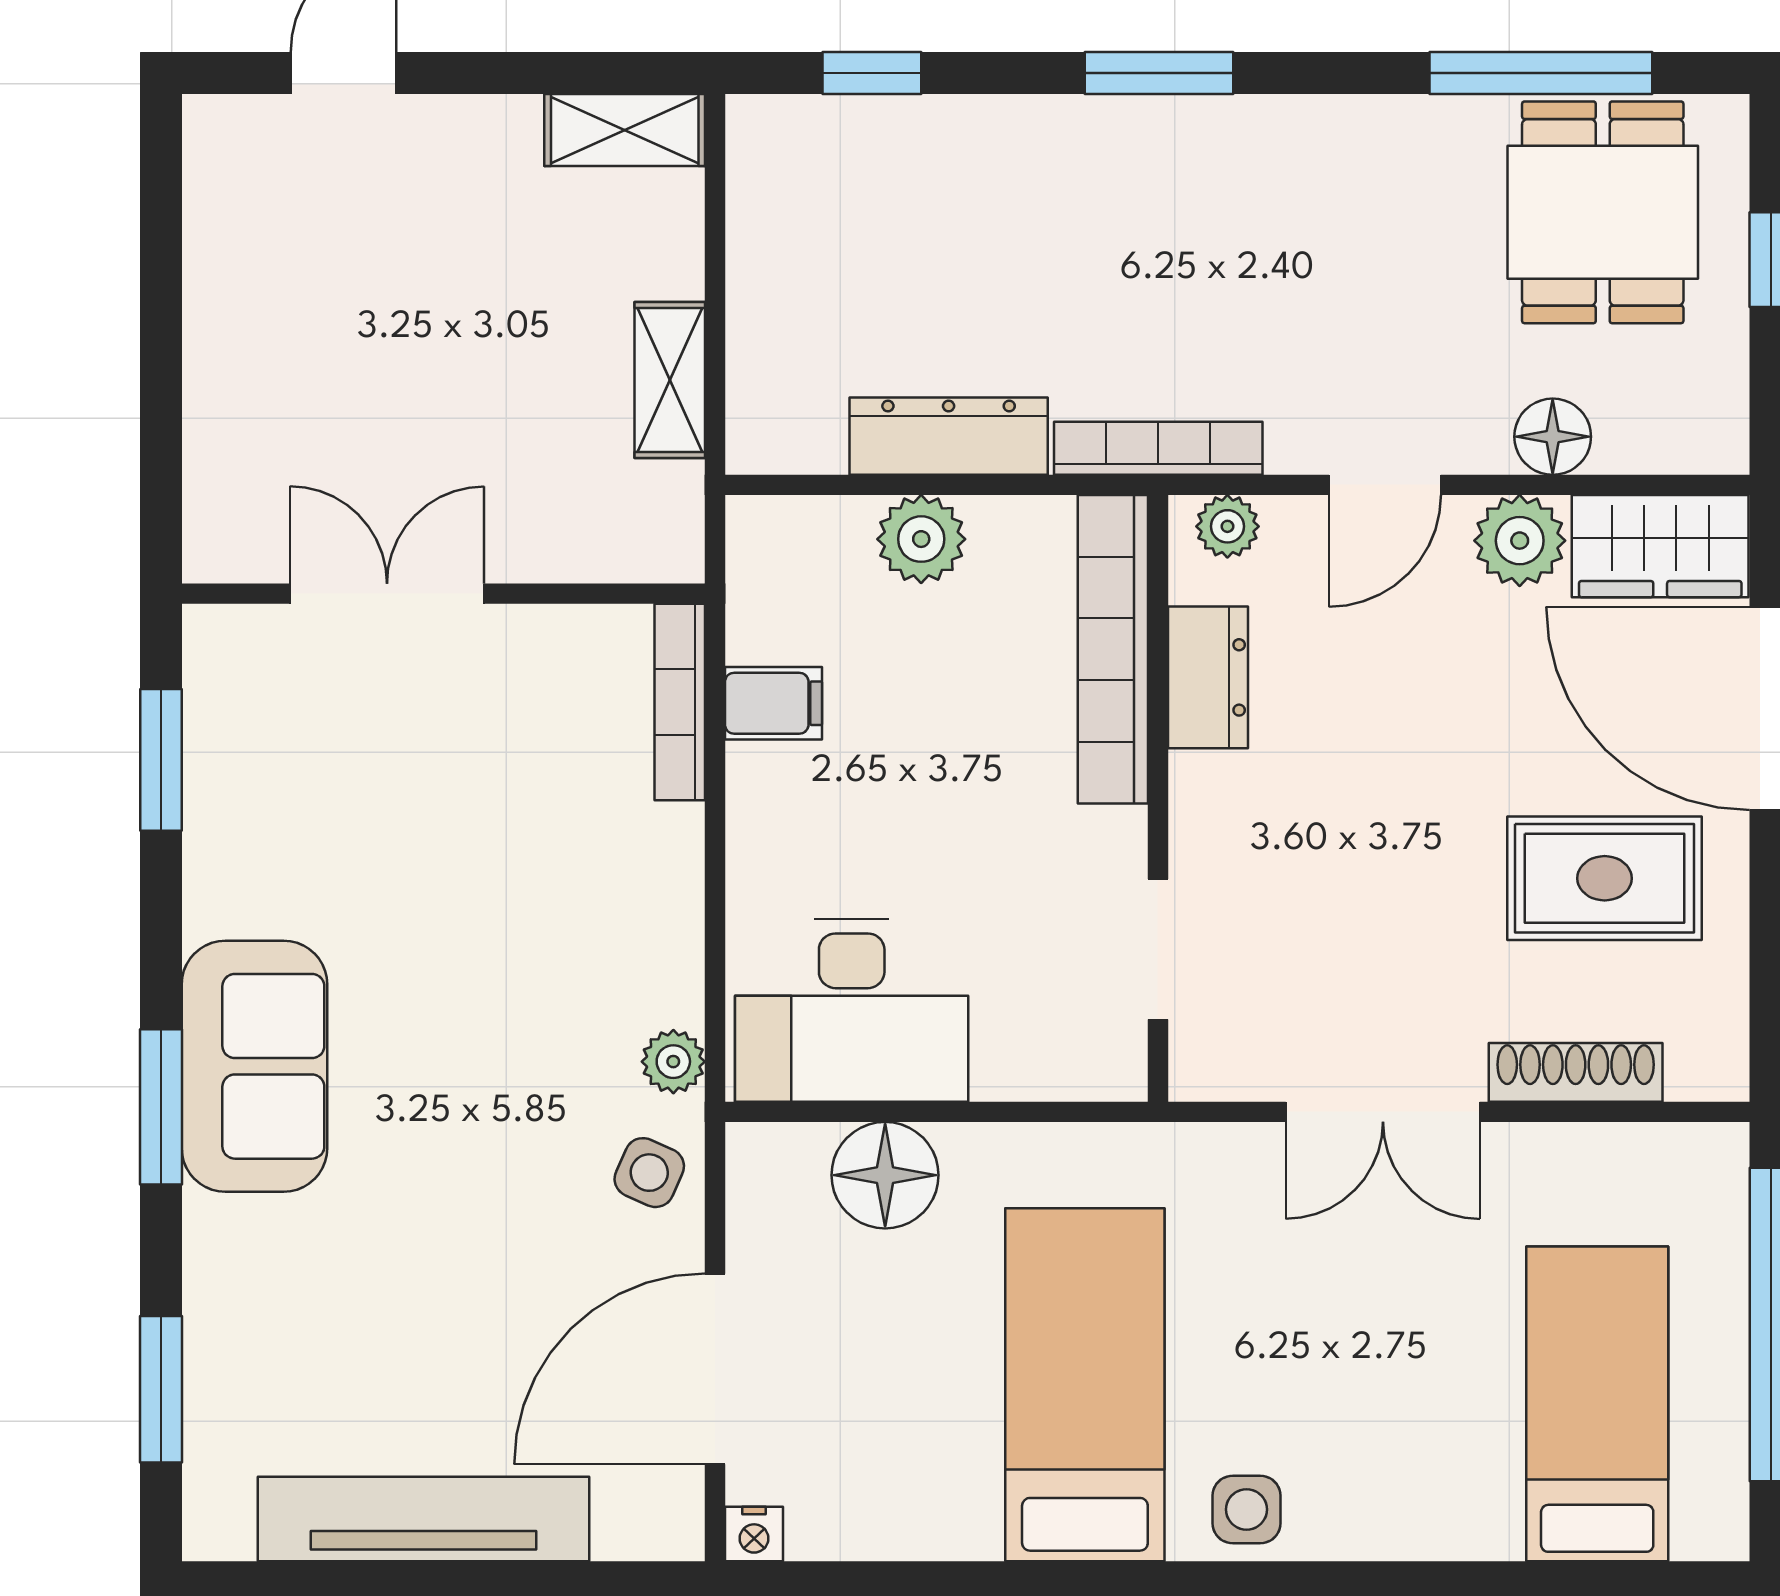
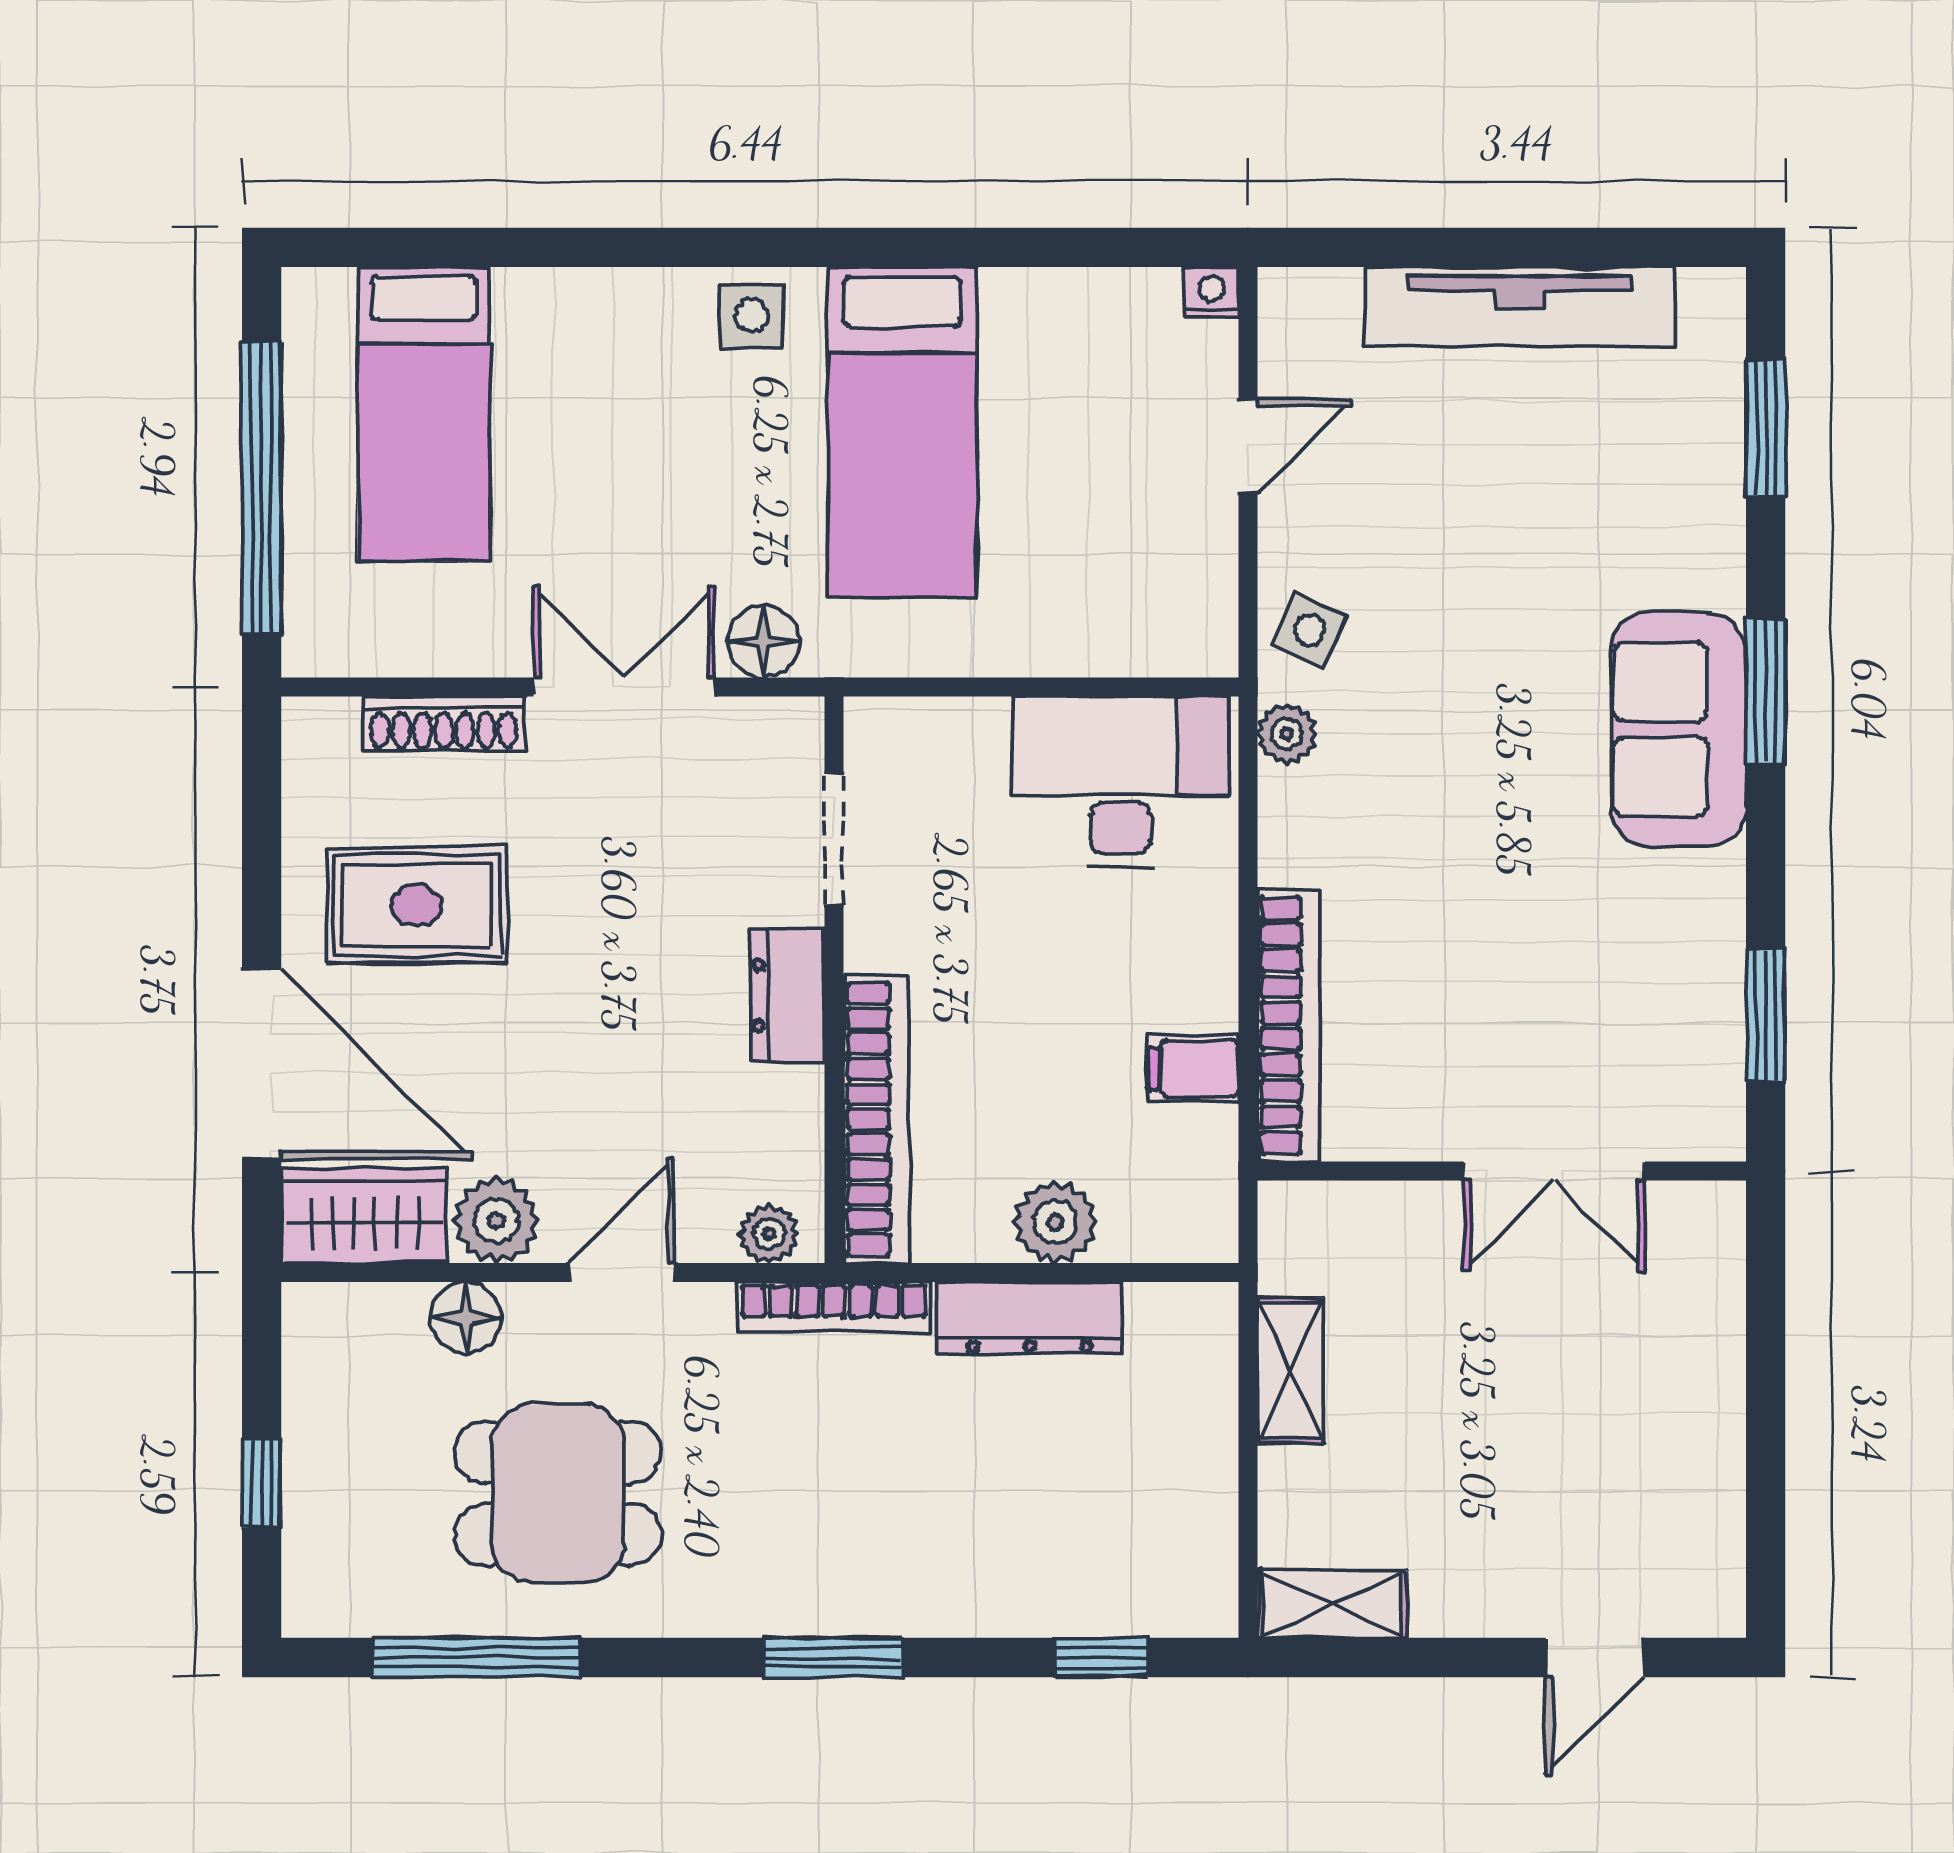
dining table: (1603, 212) -> (558, 1493), moved, turned 90
dresser: (1208, 677) -> (787, 995), moved
bookcase: (680, 702) -> (1288, 1026), width x1.48, depth x1.31
floor lamp: (885, 1175) -> (763, 641), moved, width x0.73, depth x0.73
door: (715, 1369) -> (1248, 447), width x0.53

